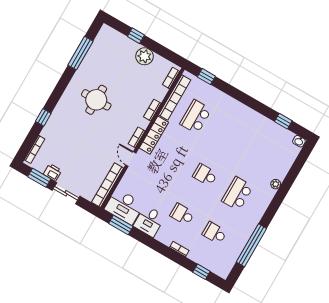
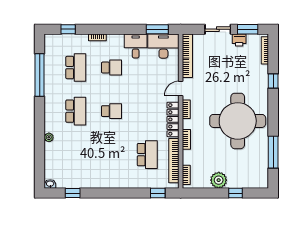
round table: (96, 100) -> (238, 121), width x1.86, depth x1.86
door: (131, 159) -> (181, 89), swing flipped
school desk: (215, 233) -> (76, 68), width x1.85

